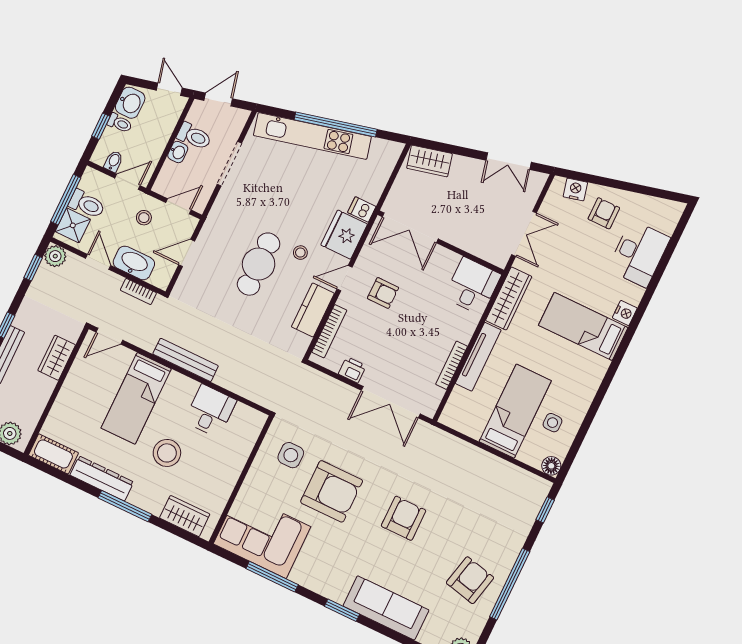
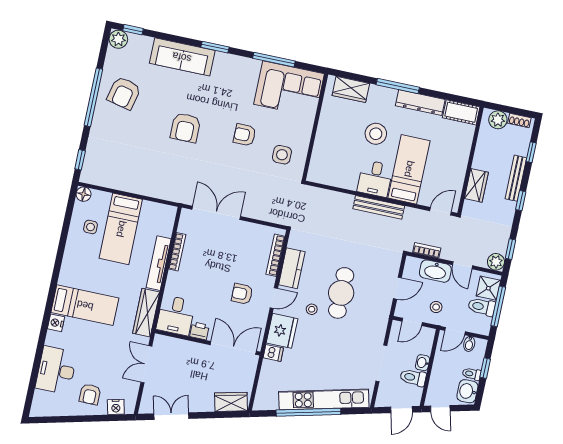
printer: (352, 370) -> (199, 331), moved, turned 180
desk: (210, 411) -> (375, 179), moved
armchair: (332, 491) -> (245, 135), width x0.53, depth x0.53

